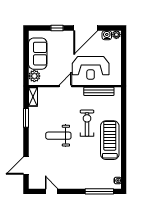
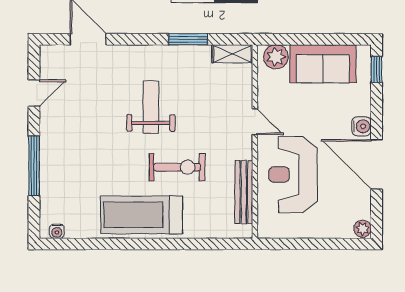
window: (57, 28) -> (377, 69), moved
water cooler: (107, 35) -> (361, 126), moved
treadmill: (110, 140) -> (142, 215), turned 180
window: (99, 191) -> (34, 166), moved

